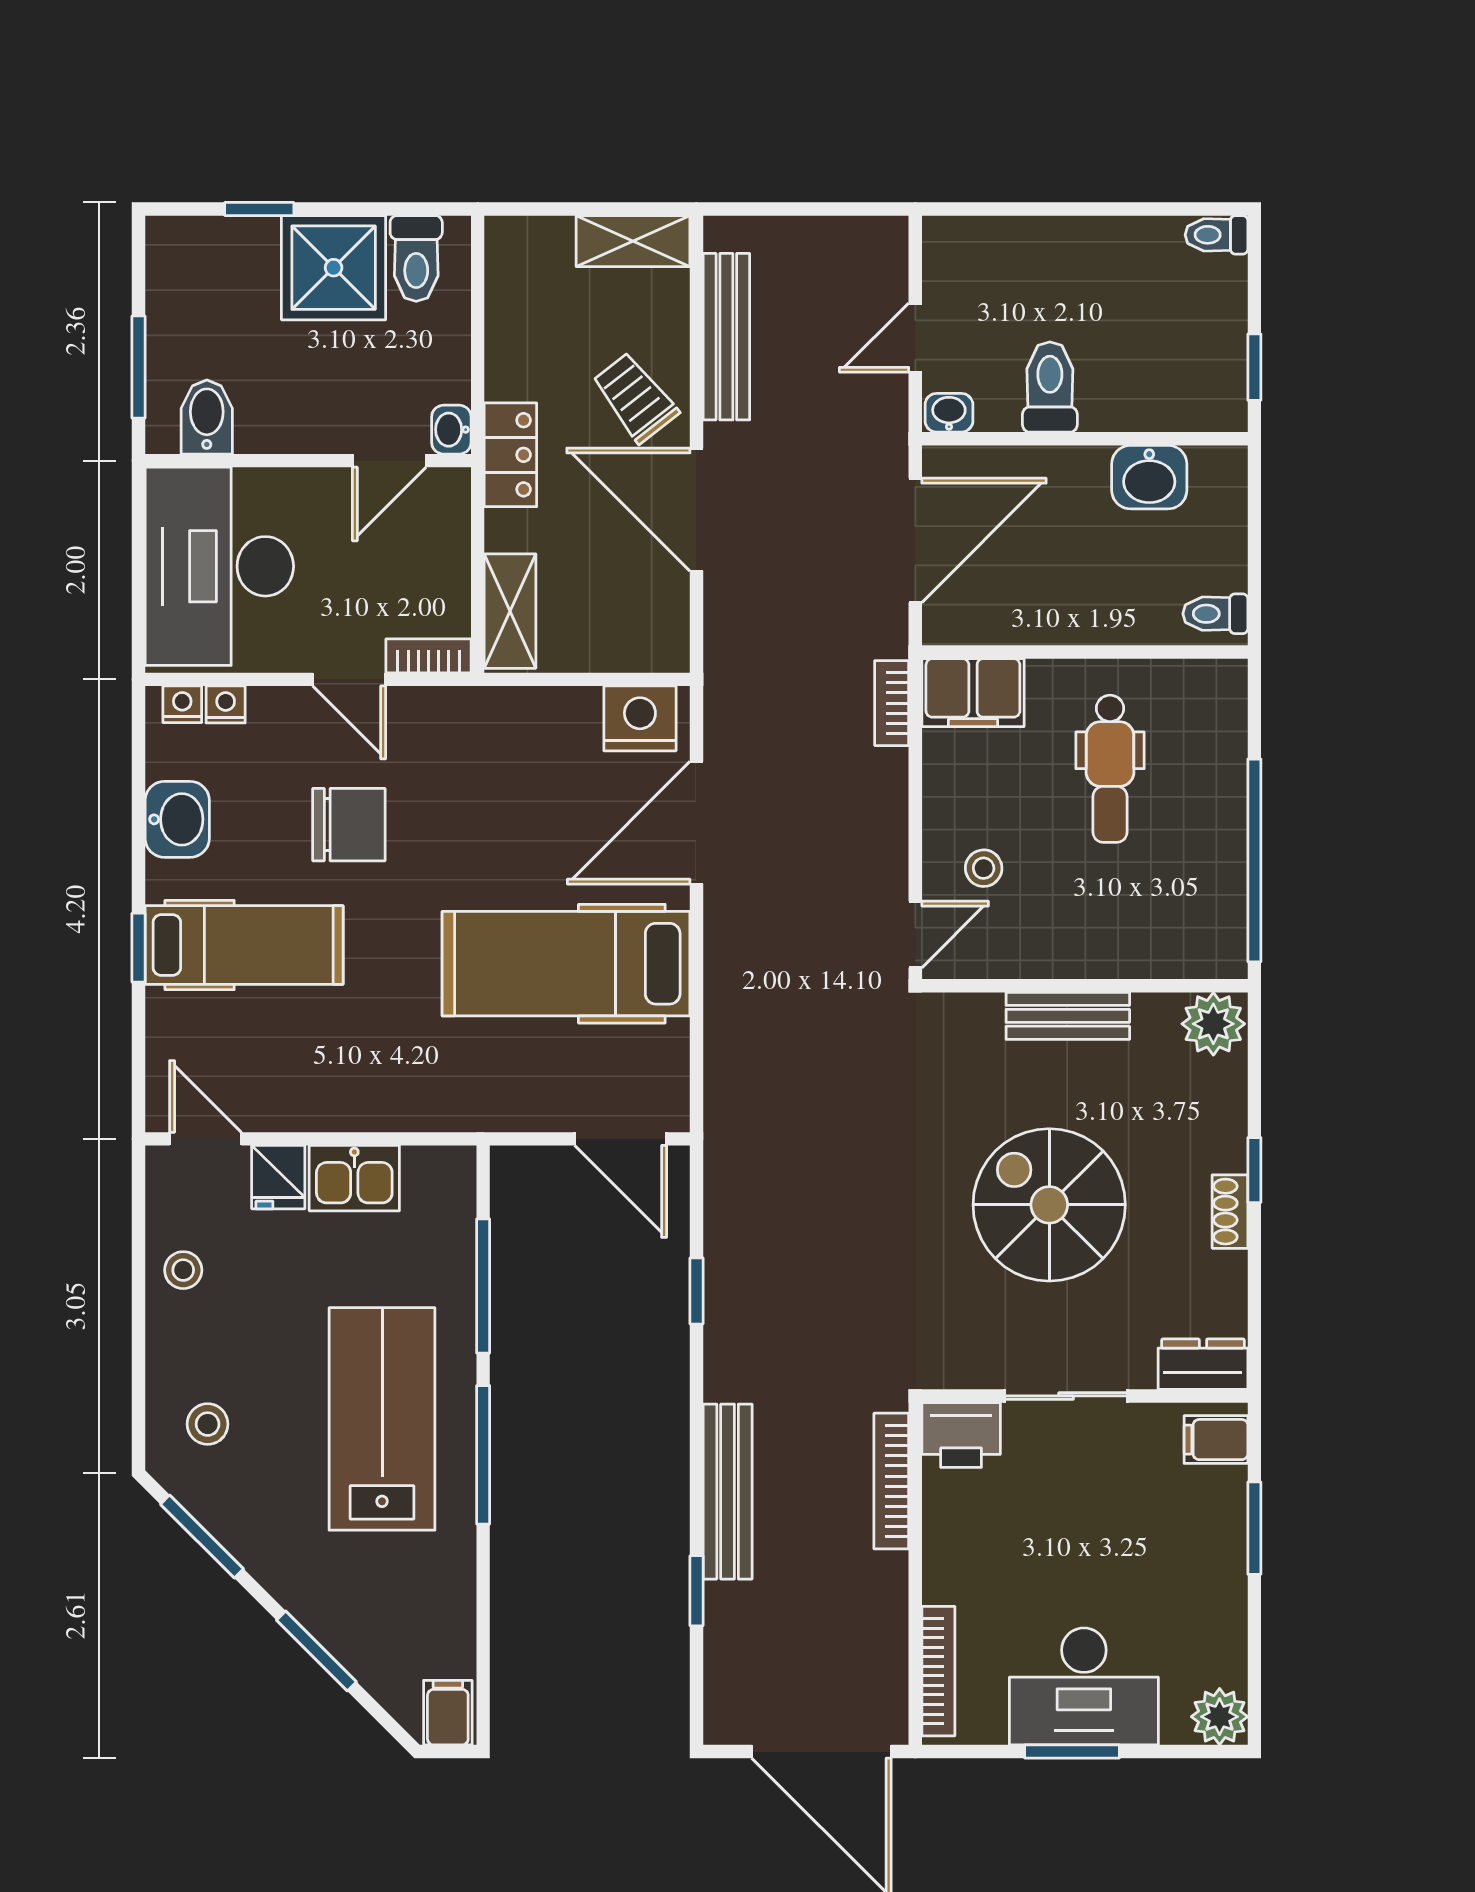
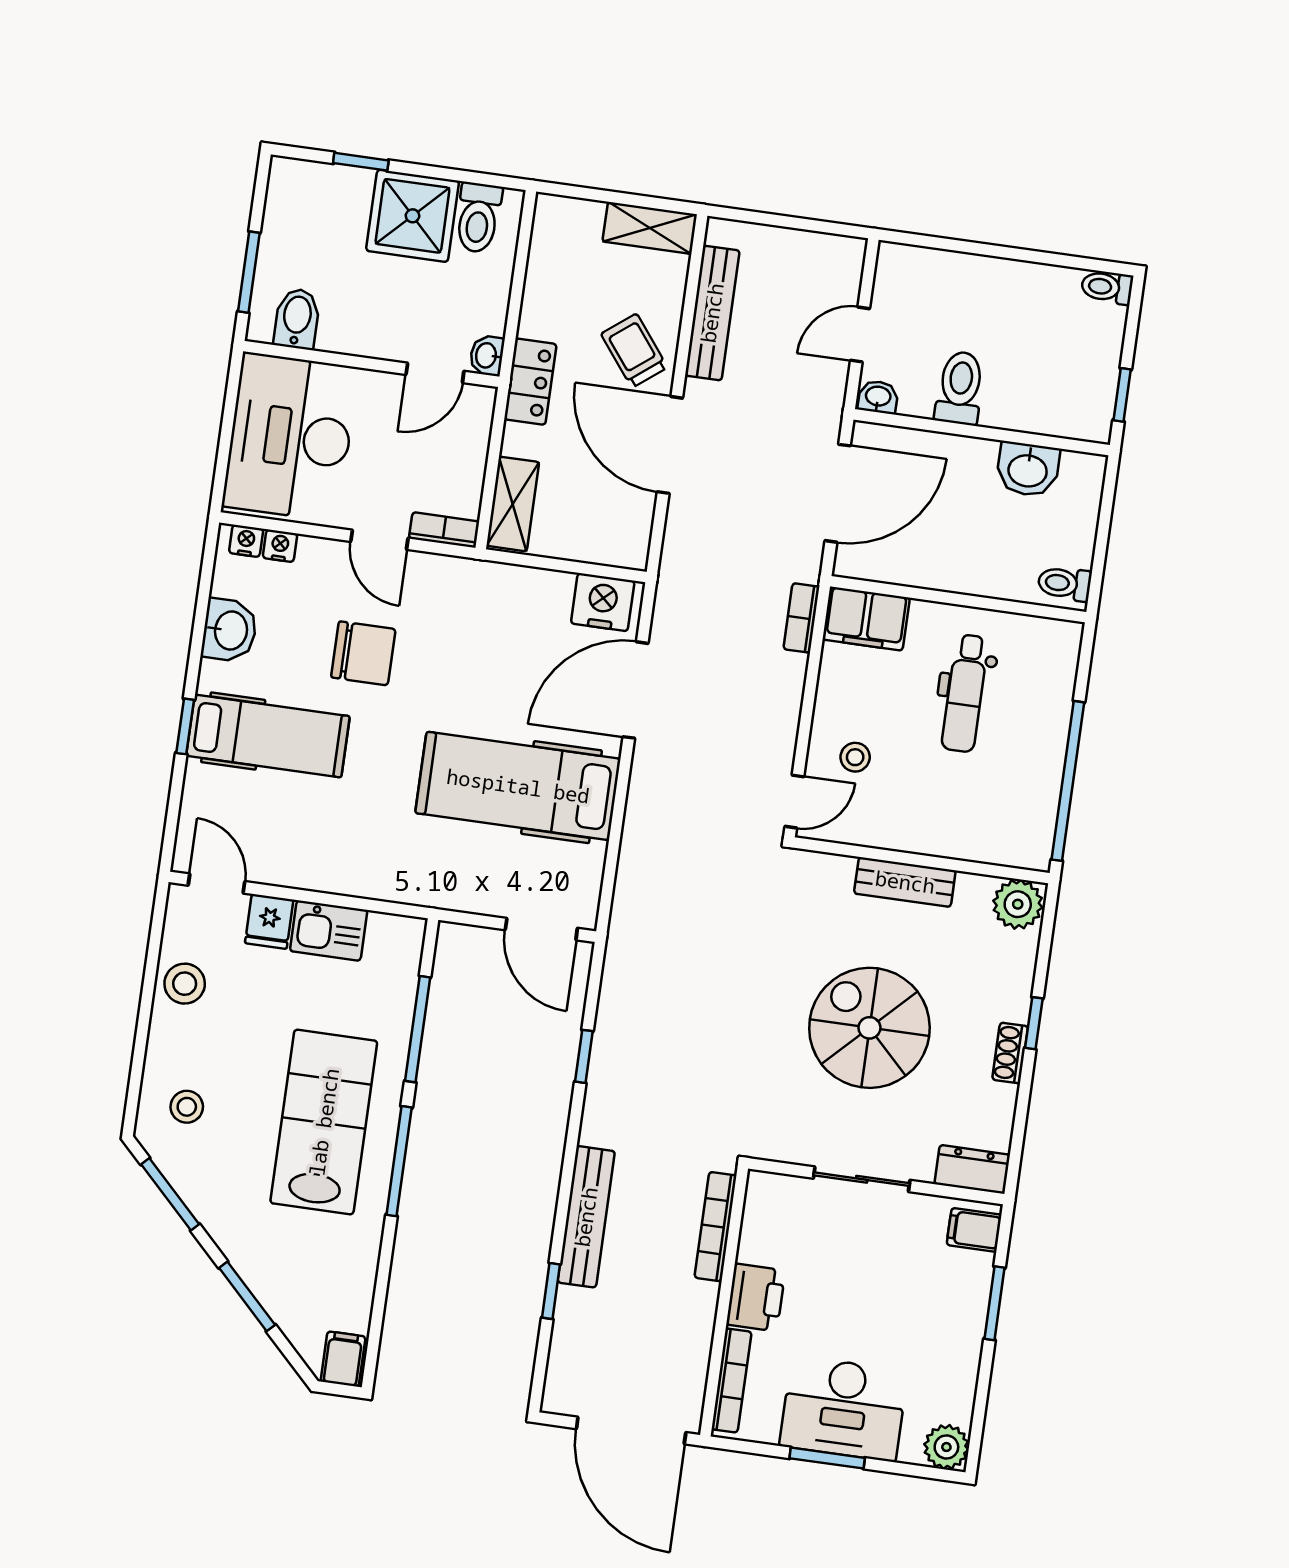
stool: (183, 1270) -> (185, 984), width x1.37, depth x1.37
printer: (961, 1435) -> (756, 1297), moved, turned -90

